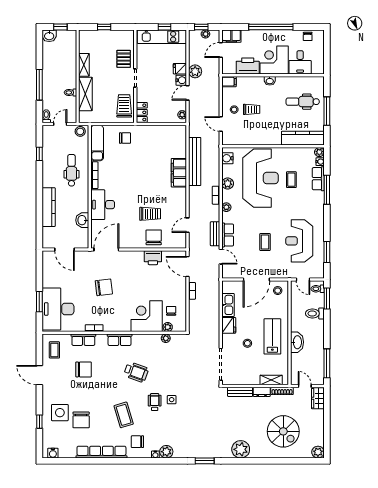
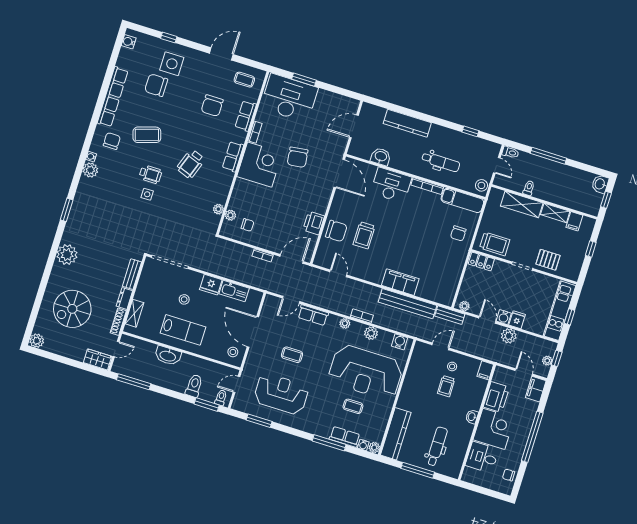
filing cabinet: (86, 47) -> (574, 221), added
bench: (215, 234) -> (450, 315), moved
corner desk: (147, 316) -> (260, 165), moved

